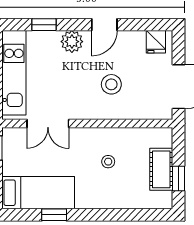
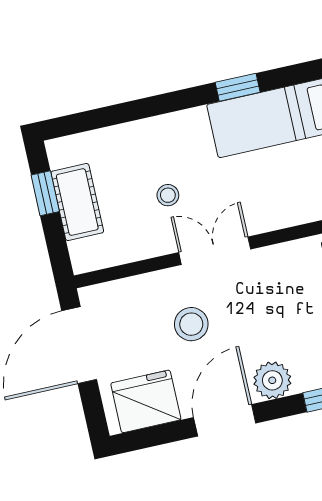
door: (104, 25) -> (225, 420), width x1.38
fridge: (156, 42) -> (146, 401), width x1.88, depth x1.34
double door: (48, 124) -> (215, 251), moved

